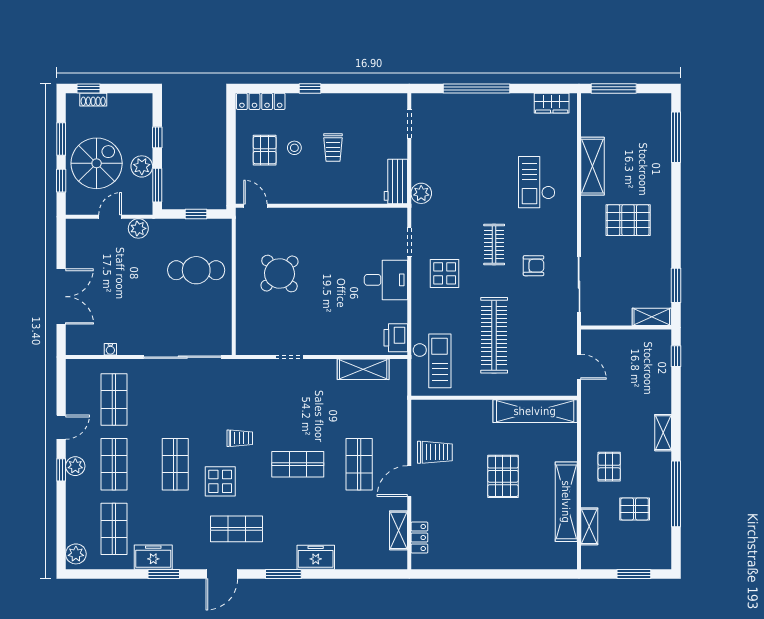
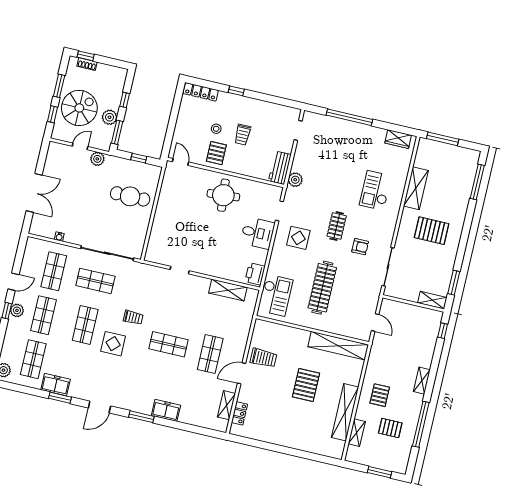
pallet: (265, 150) -> (216, 153), moved
round table: (279, 274) -> (223, 195), moved, turned 38
shop shelf: (237, 529) -> (95, 281), moved

